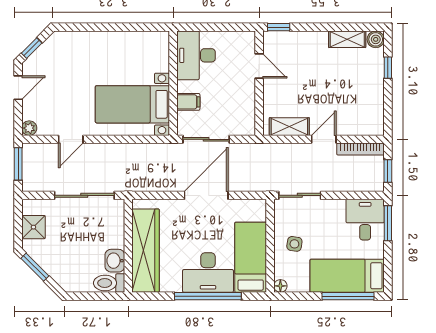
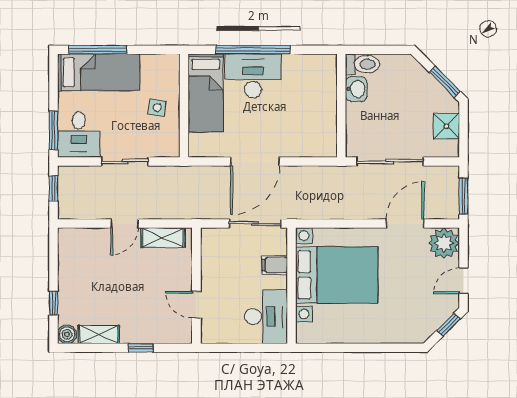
window: (279, 27) -> (141, 348), moved
bed with nightstands: (132, 104) -> (337, 275), width x1.36
plant: (29, 128) -> (444, 243), width x1.88, depth x1.88
door: (71, 139) -> (405, 224), width x1.38
bookcase: (360, 149) -> (84, 213), removed
sliding door: (300, 195) -> (125, 161), moved
wardrobe: (146, 251) -> (322, 100), removed
floor lamp: (280, 286) -> (173, 61), removed

